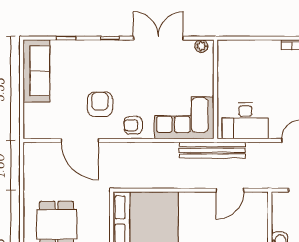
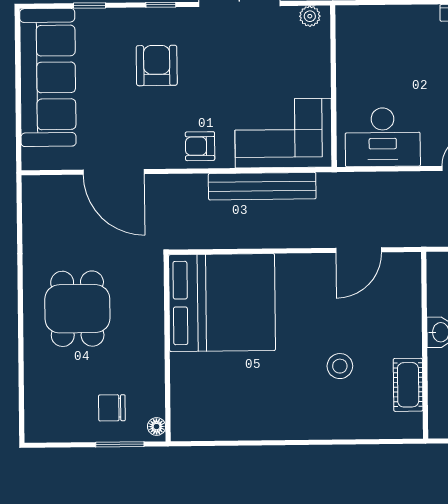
sofa: (36, 71) -> (48, 77), width x1.36, depth x1.27
armchair: (100, 104) -> (157, 65), moved
bench: (212, 150) -> (262, 186), moved

